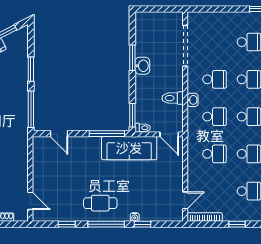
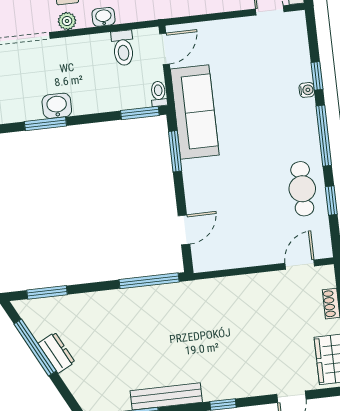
window: (31, 69) -> (47, 292), moved
plant: (193, 78) -> (67, 21), added
toilet: (173, 98) -> (123, 48), moved
window: (107, 134) -> (175, 151), width x0.69
cafe table: (100, 203) -> (302, 189), moved

